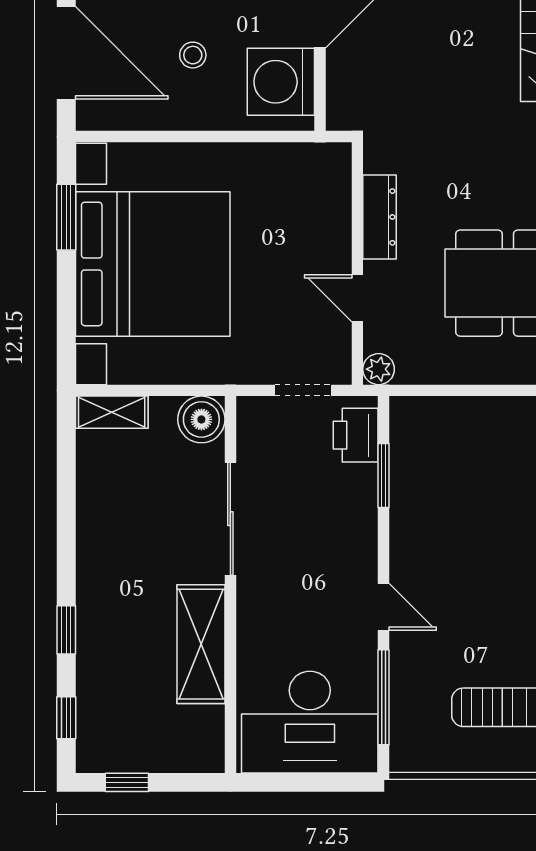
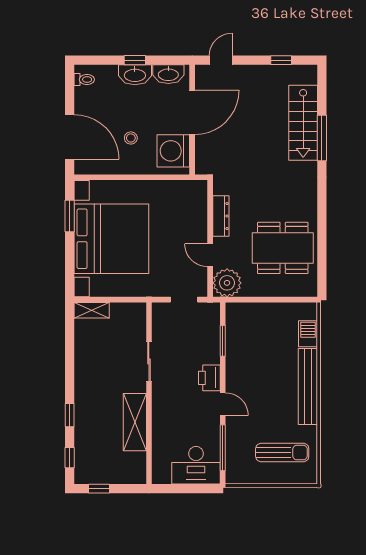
plant: (379, 369) -> (227, 283), width x1.88, depth x1.88
boiler: (201, 419) -> (135, 314), removed
printer: (356, 435) -> (209, 378), moved
sliding door: (230, 519) -> (149, 362), width x0.73
desk: (310, 722) -> (196, 465), width x0.73, depth x0.77

